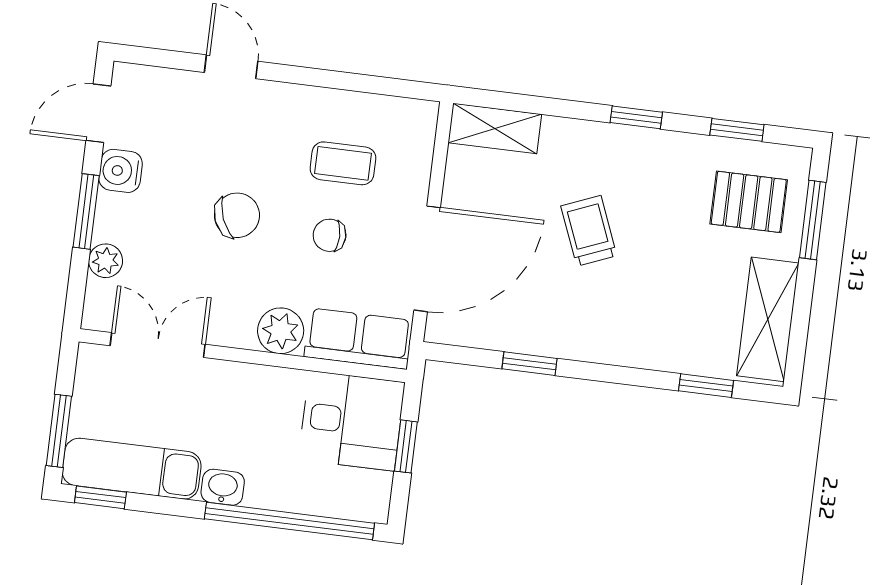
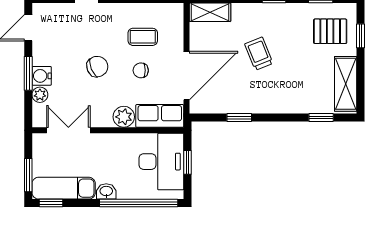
water cooler: (121, 171) -> (42, 76), moved
window: (813, 220) -> (360, 36), width x0.67
desk: (352, 421) -> (161, 162), width x1.37

